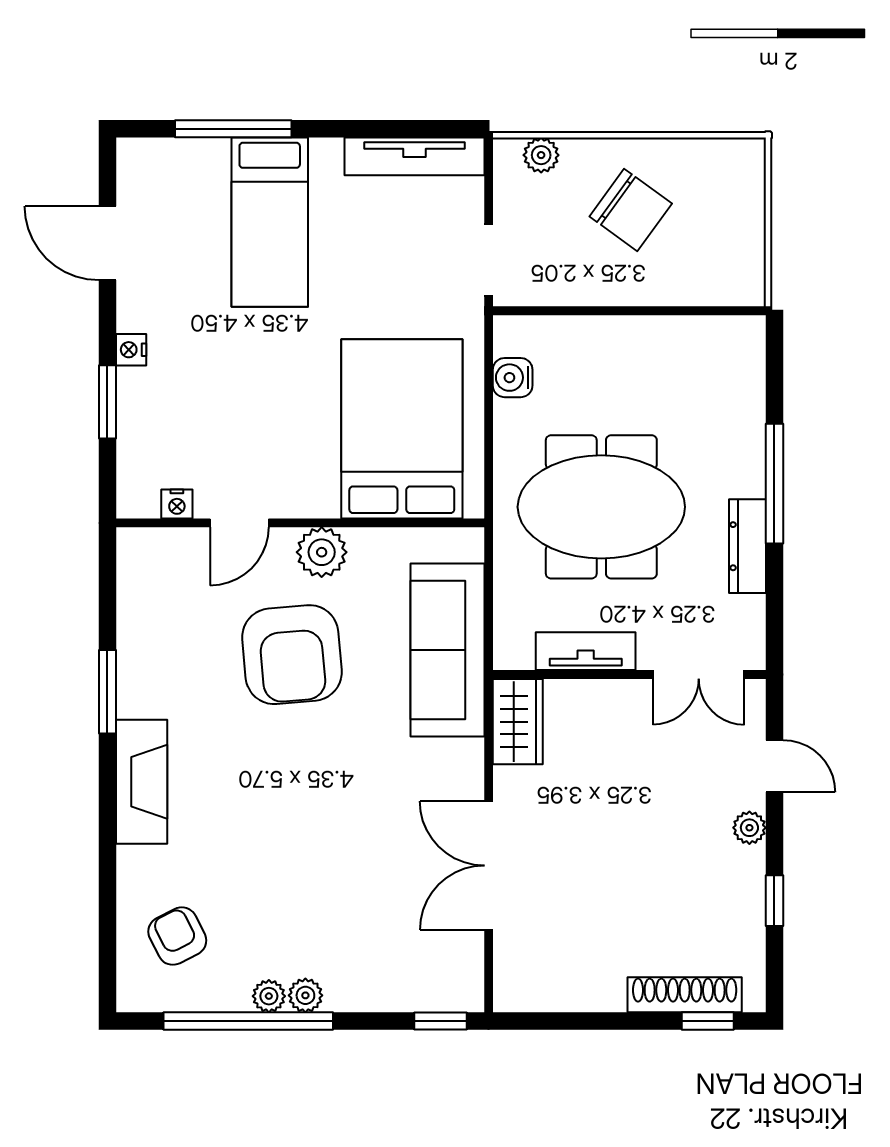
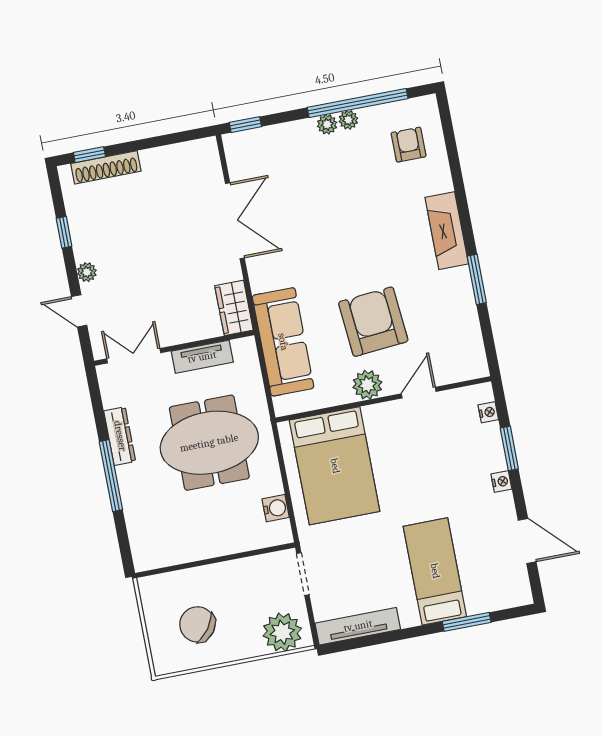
window: (233, 129) -> (467, 622), width x0.69
plant: (541, 155) -> (282, 632), width x1.88, depth x1.88
chair: (631, 210) -> (197, 624), moved
nightstand: (177, 504) -> (488, 412), moved, turned 90
armchair: (177, 936) -> (409, 145), turned -153

